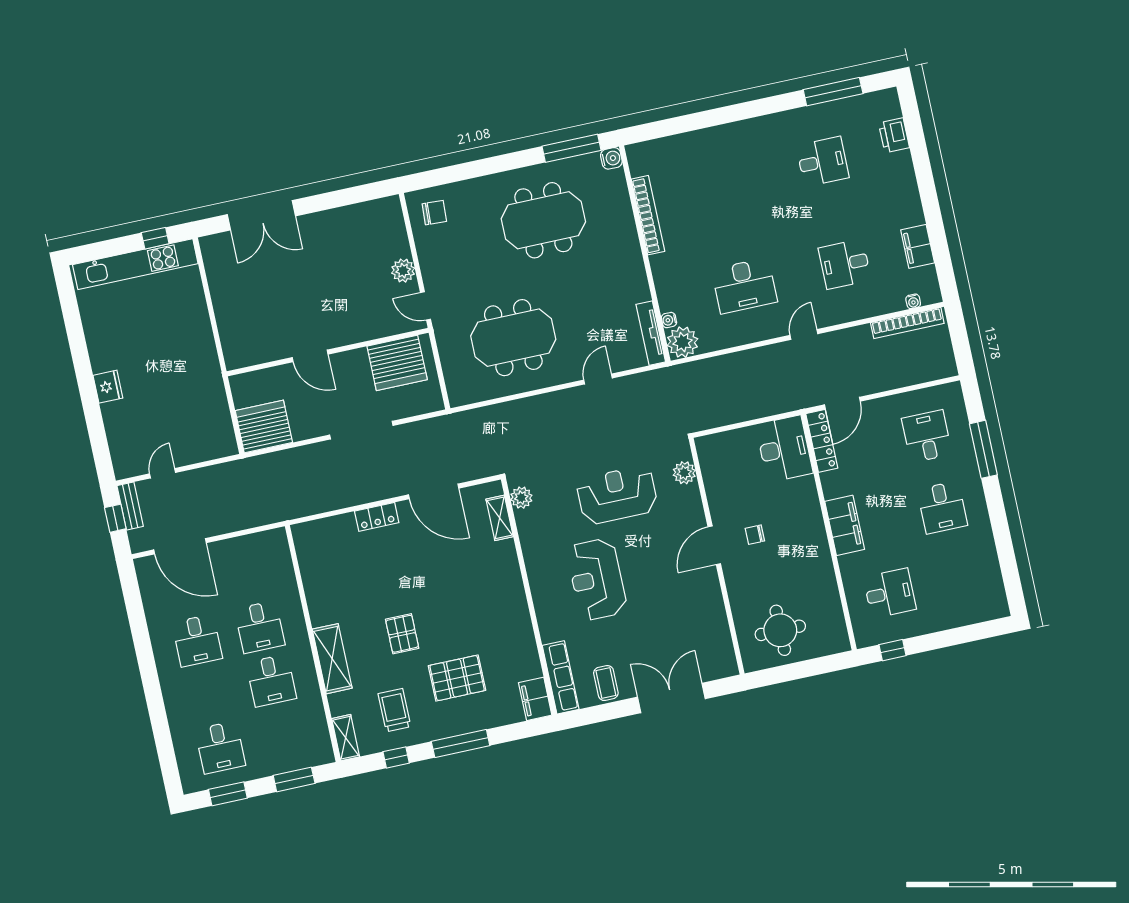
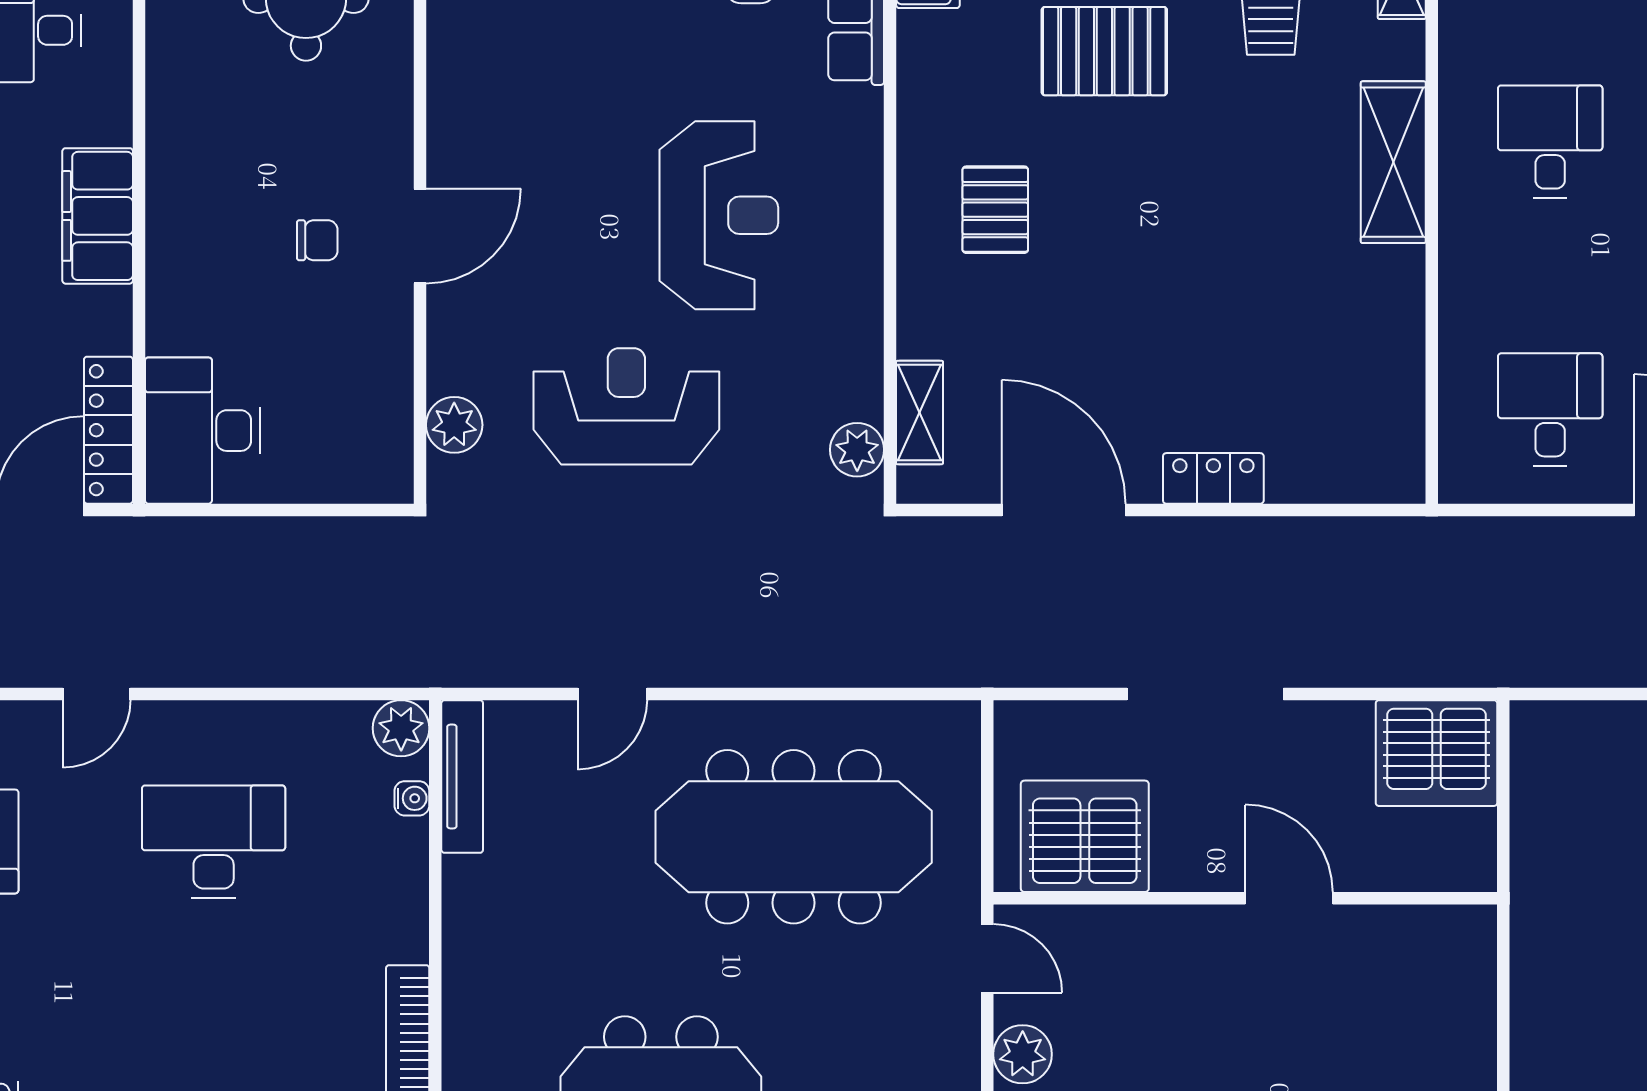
meeting table: (513, 338) -> (794, 837), width x1.36
plant: (683, 342) -> (401, 728), width x0.73, depth x0.73
reception desk: (617, 495) -> (626, 406), turned 180
desk: (260, 627) -> (1550, 409), moved
pallet: (402, 634) -> (995, 210), moved

